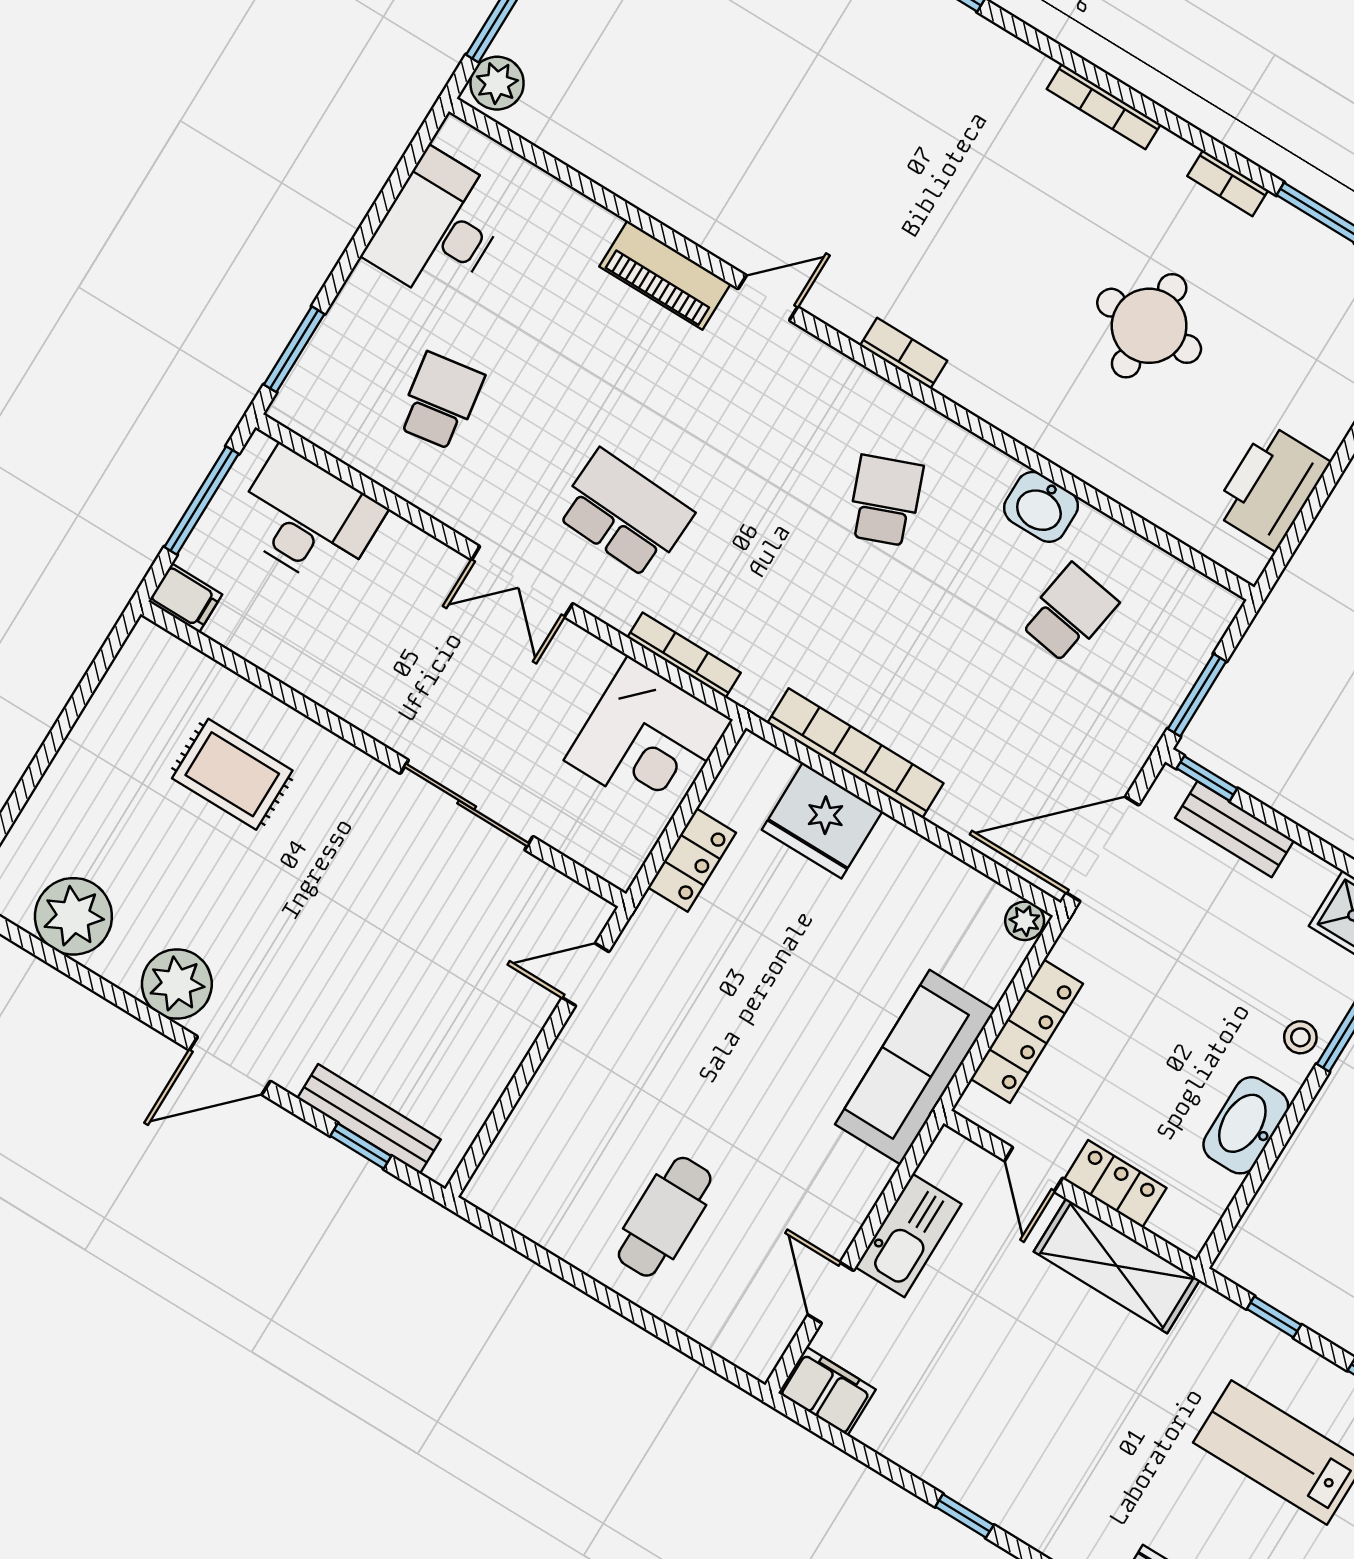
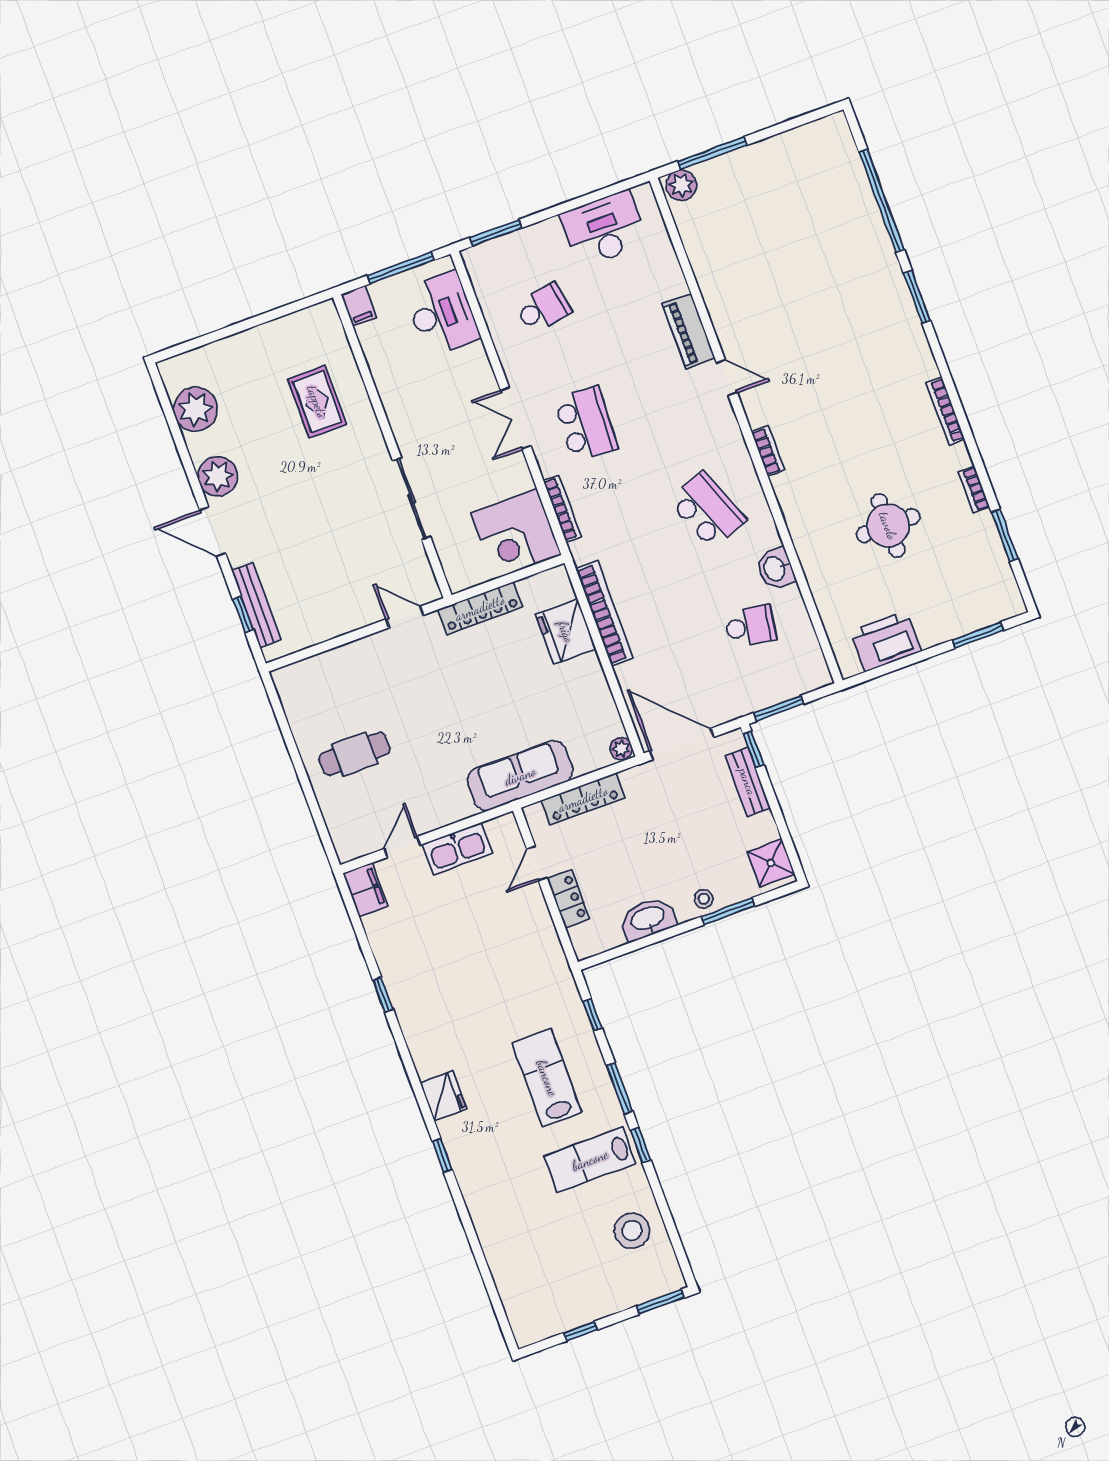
school desk: (885, 501) -> (708, 510), width x1.85
locker: (692, 860) -> (480, 608), width x1.53
shelving: (1117, 1266) -> (540, 936), removed

